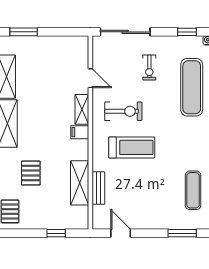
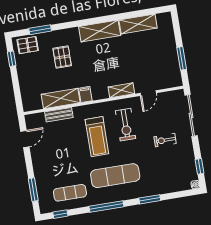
window: (24, 32) -> (182, 58), moved
exercise mat: (192, 87) -> (115, 176), moved
filing cabinet: (80, 132) -> (85, 94), moved
pallet: (31, 173) -> (62, 57), turned 90
window: (56, 233) -> (12, 59), moved

